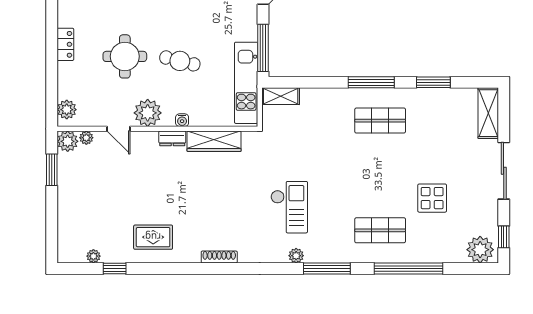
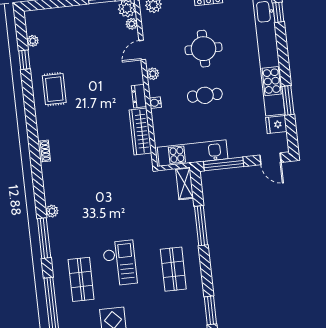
cafe table: (180, 61) -> (205, 95), turned 76
window: (371, 82) -> (201, 226), moved
plant: (148, 113) -> (153, 74), width x0.53, depth x0.53
checkout: (289, 207) -> (120, 263), moved, turned -90
shoe rack: (219, 257) -> (44, 151), width x0.70

